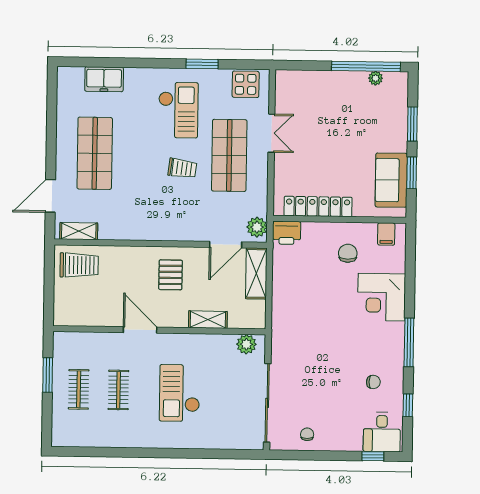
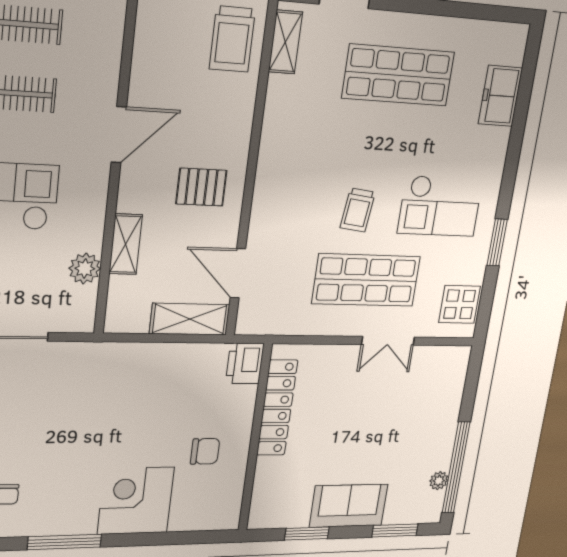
window: (412, 124) -> (395, 530), moved
sofa: (391, 180) -> (349, 506), moved
plant: (257, 227) -> (258, 320), removed
filing cabinet: (386, 234) -> (227, 503), removed
plant: (246, 344) -> (85, 269), moved

